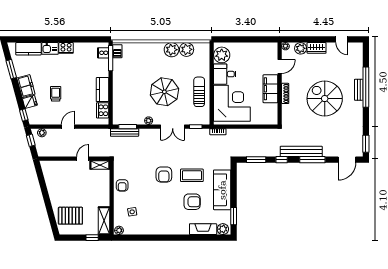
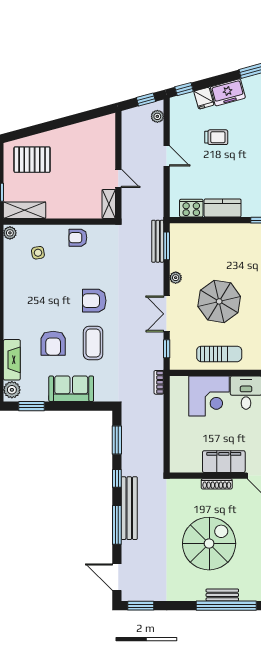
corner desk: (232, 103) -> (209, 396), width x0.74, depth x0.74
sofa: (222, 190) -> (71, 389), width x0.73
pallet: (70, 216) -> (32, 160), turned 90

